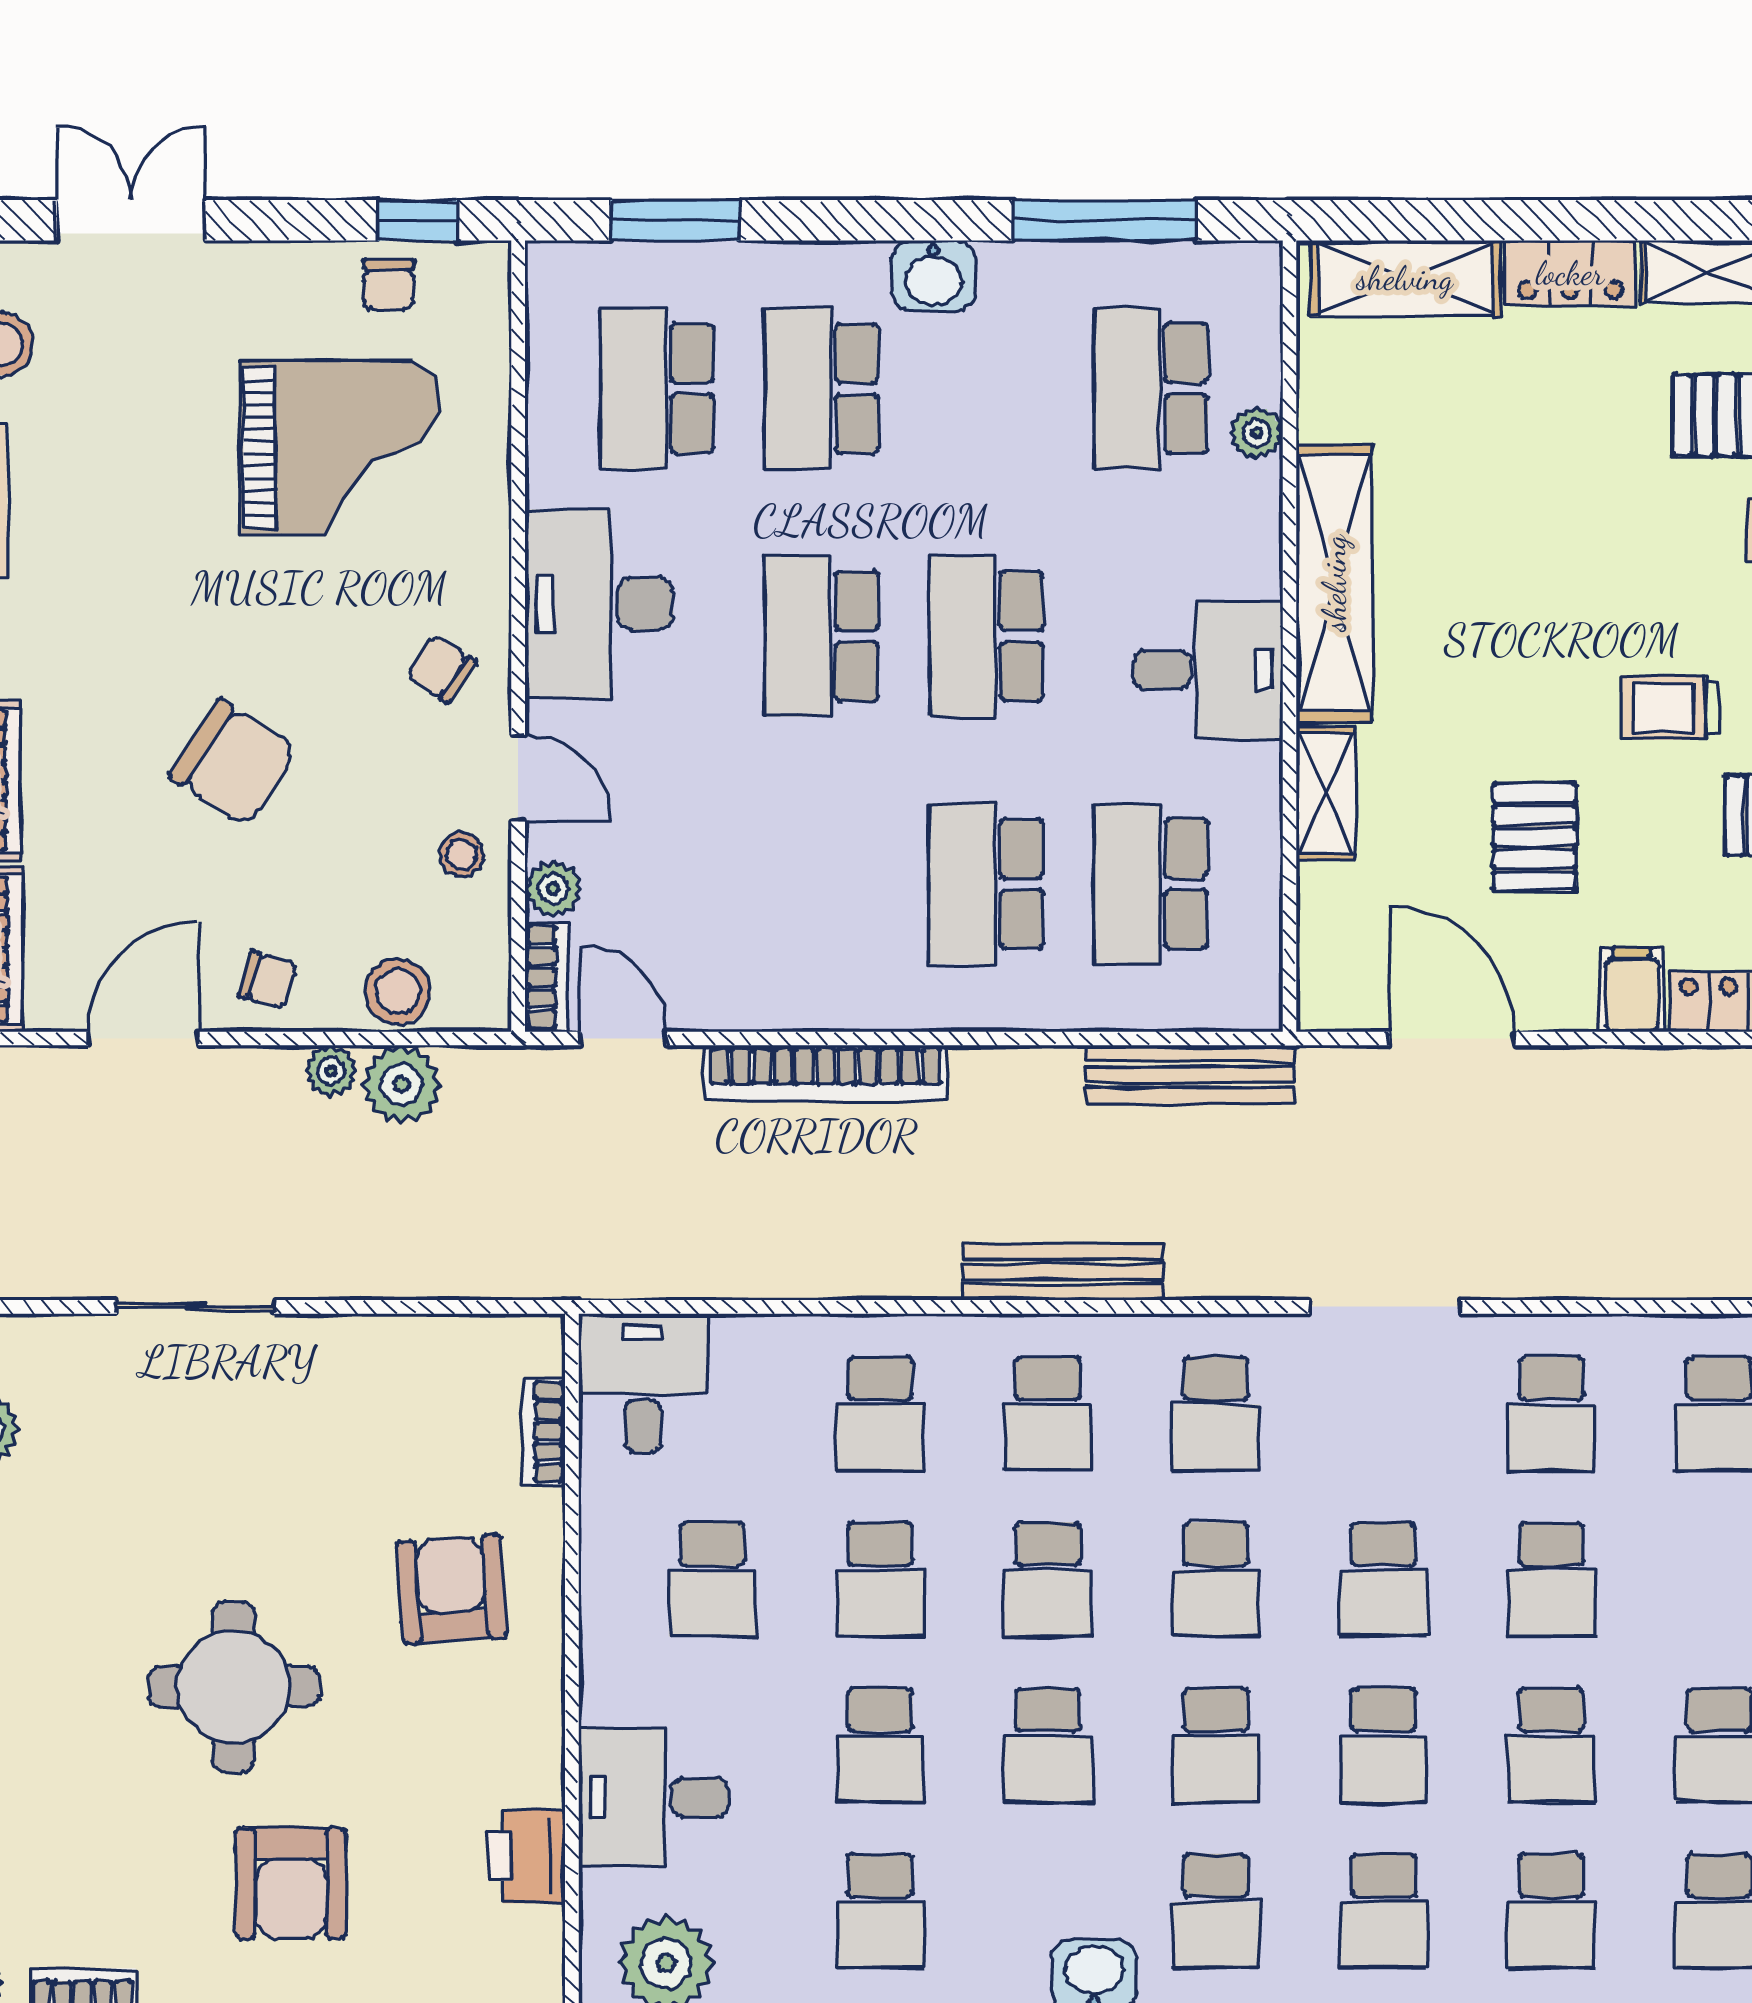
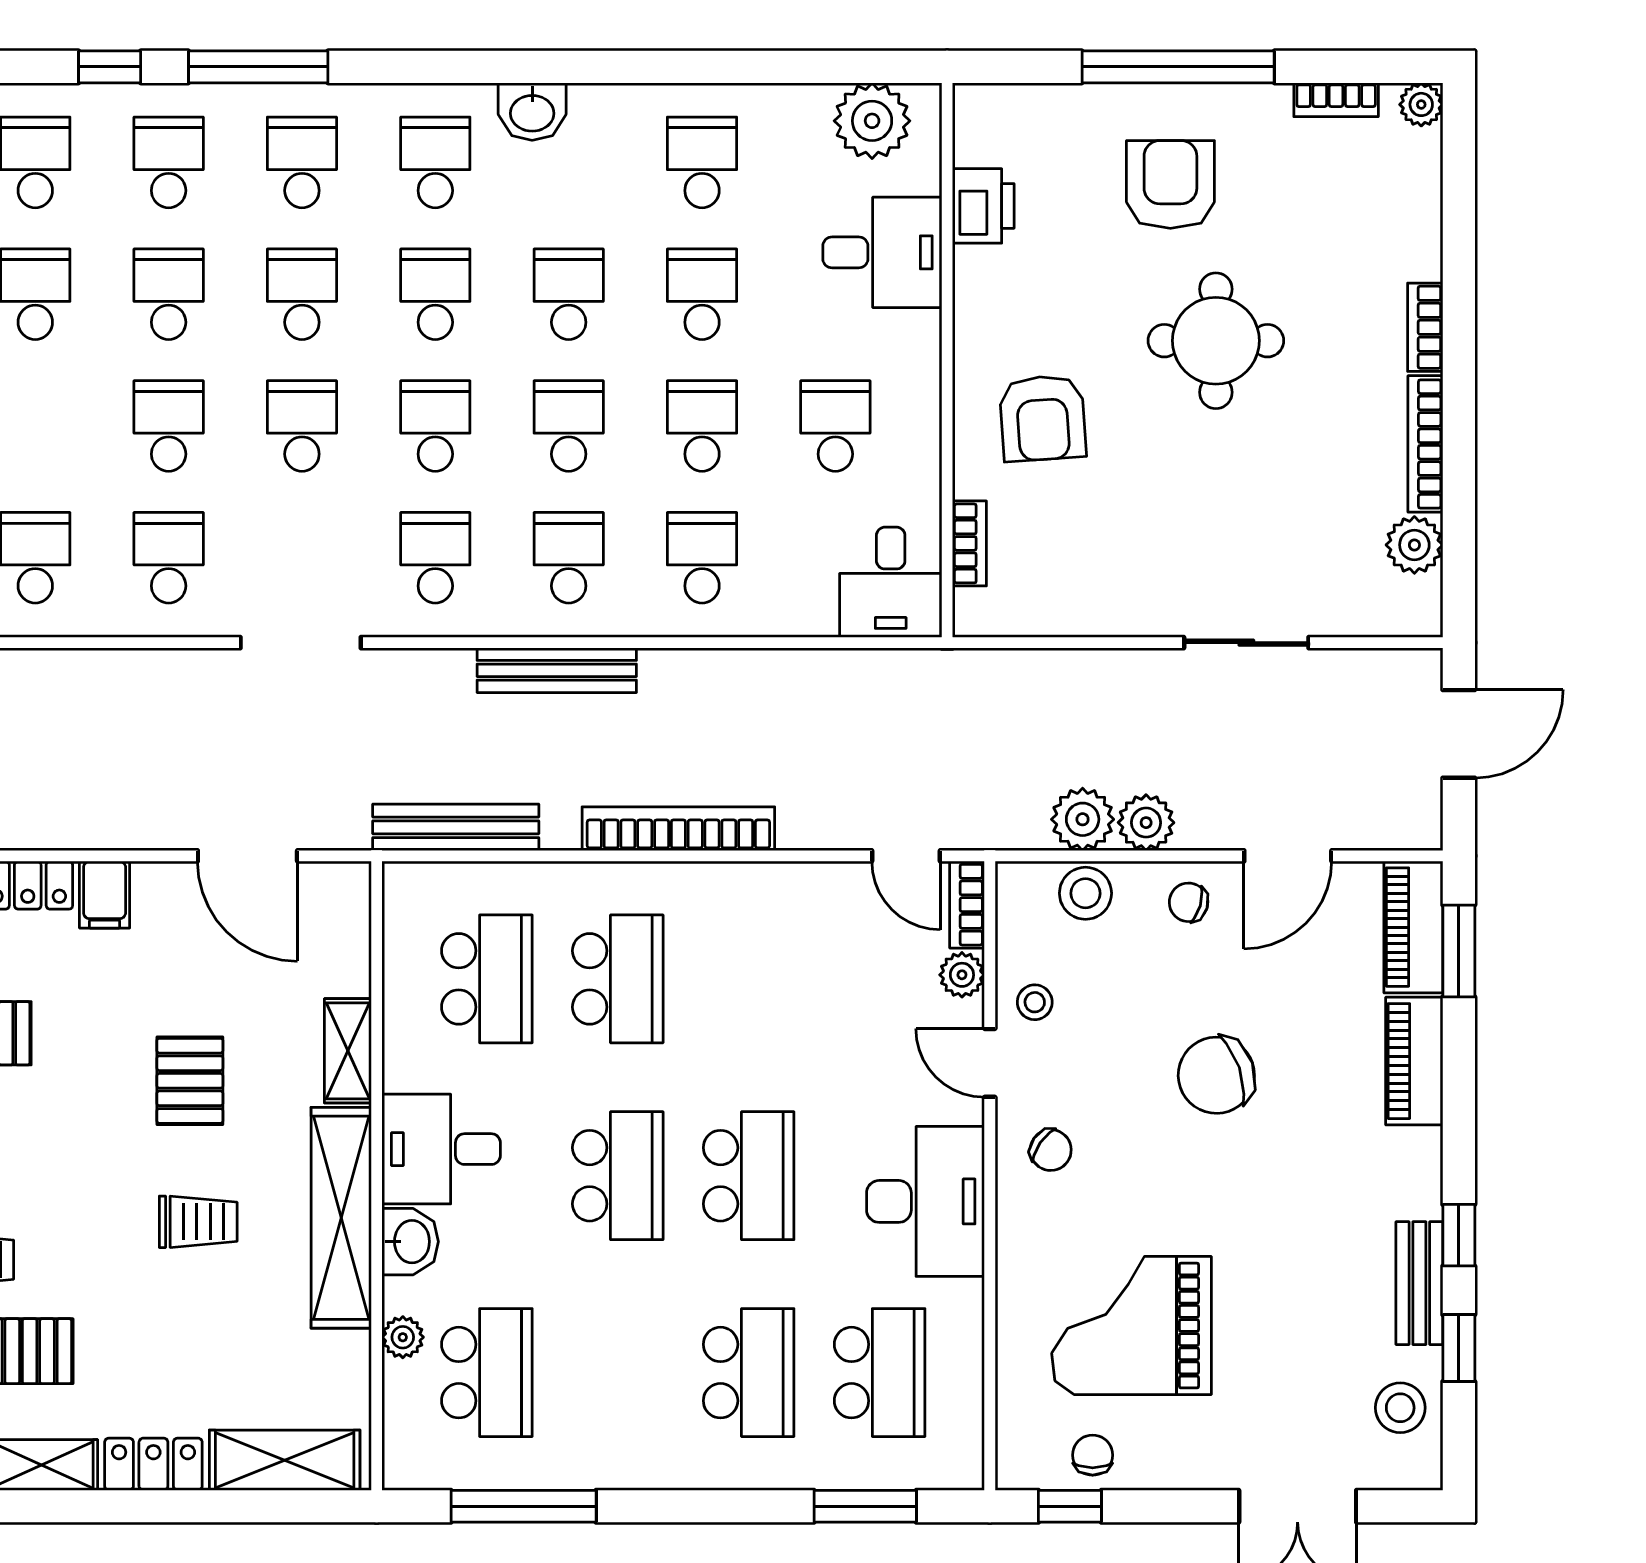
washbasin: (934, 276) -> (410, 1242), moved, turned 90
trolley: (1670, 708) -> (198, 1222), moved
chair: (233, 763) -> (1216, 1075), turned -52
pallet: (1535, 837) -> (190, 1081), moved
plant: (331, 1071) -> (1146, 823), width x1.38, depth x1.38
bookcase: (826, 1073) -> (678, 829), moved

